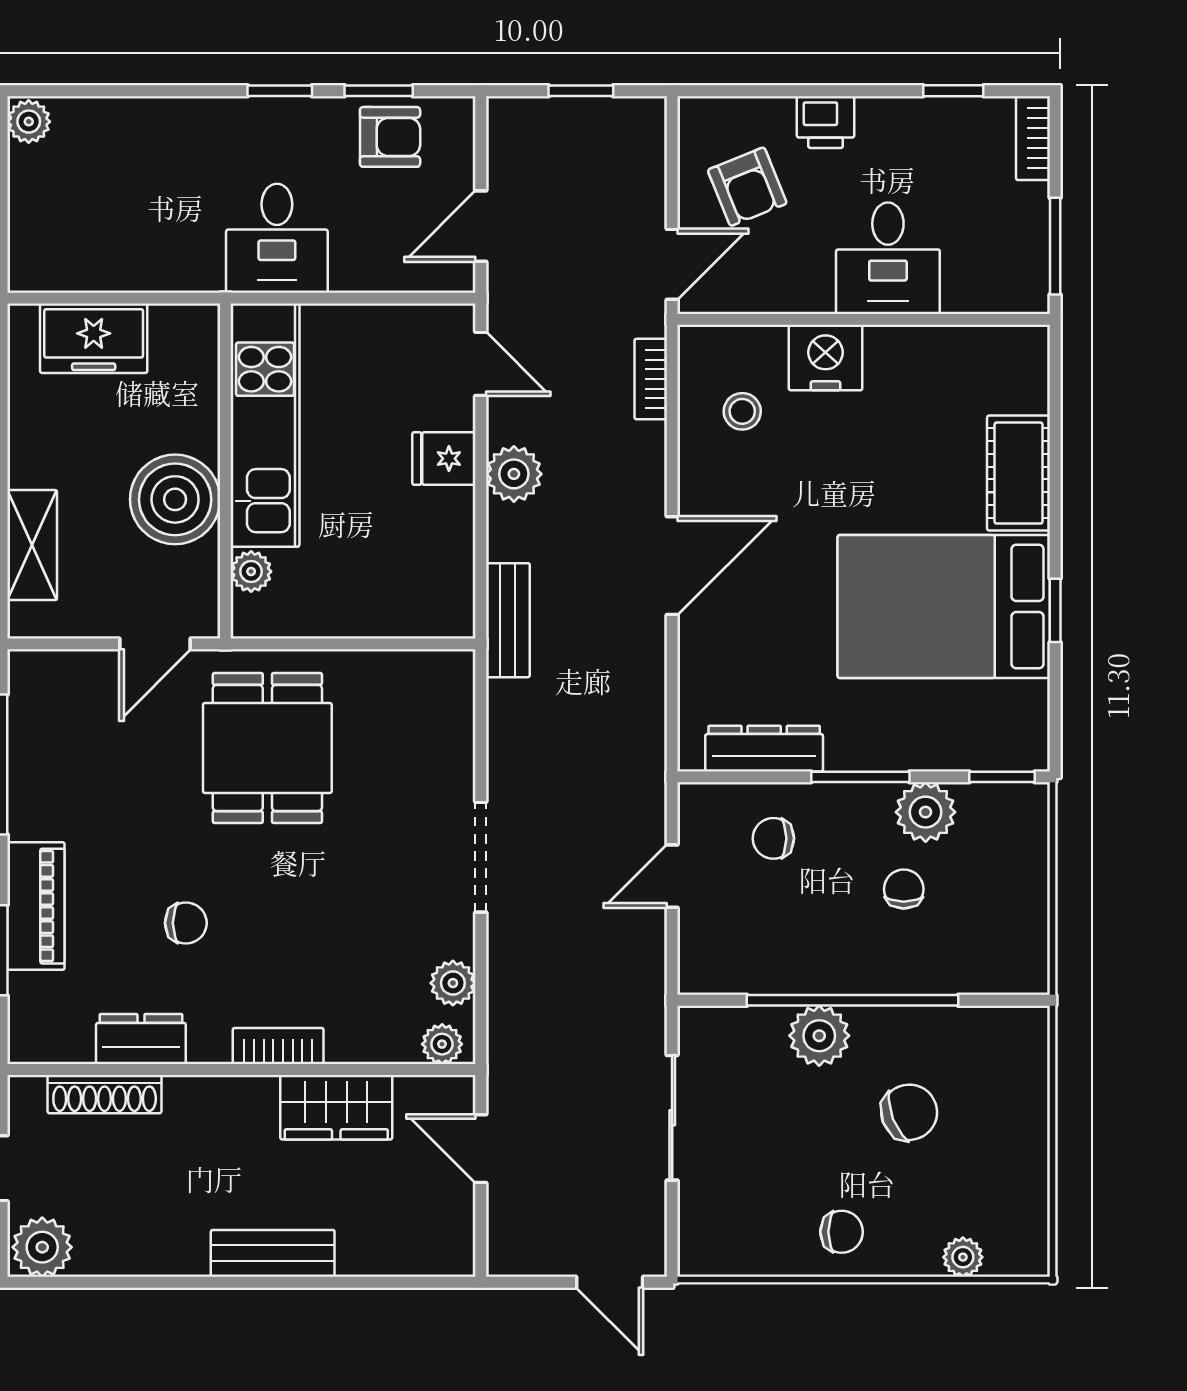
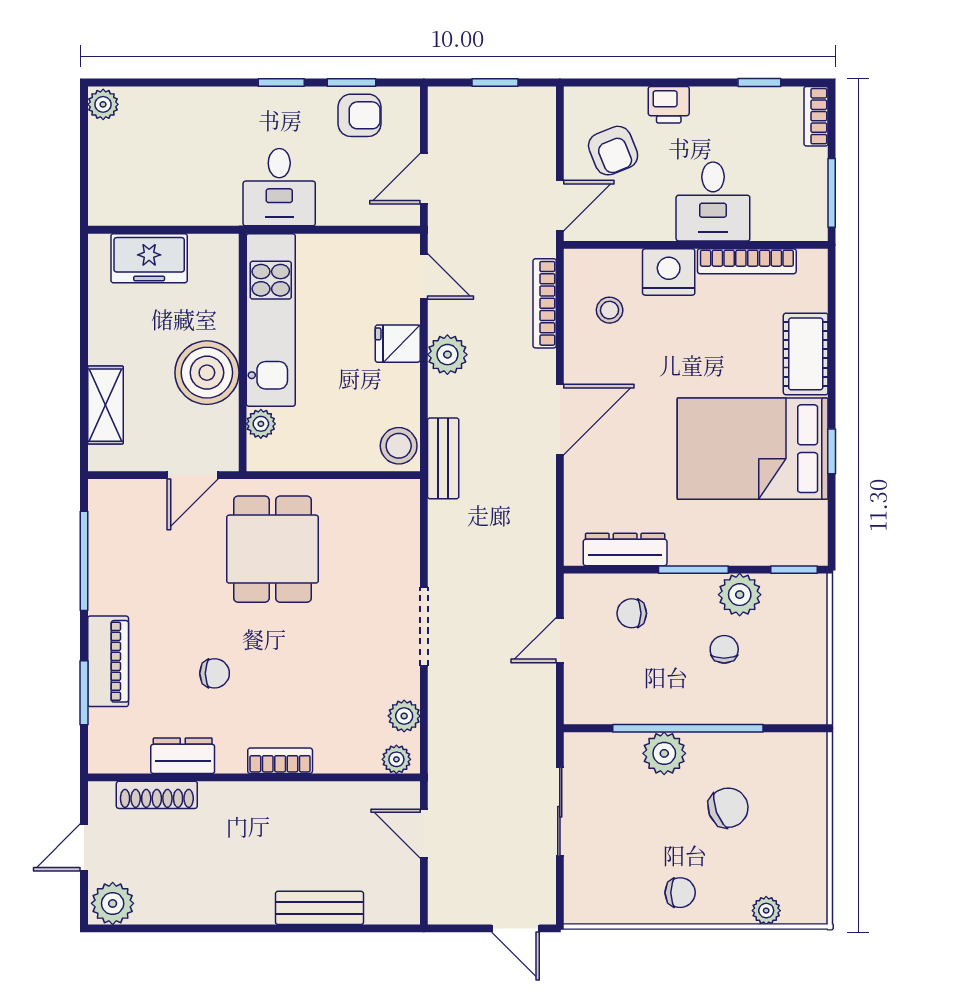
bookcase: (936, 342) -> (747, 261), added
bookcase: (651, 379) -> (545, 303), width x1.56
stool: (445, 602) -> (399, 446), added
wardrobe: (336, 1107) -> (321, 804), removed
bench: (273, 1253) -> (319, 908), moved

